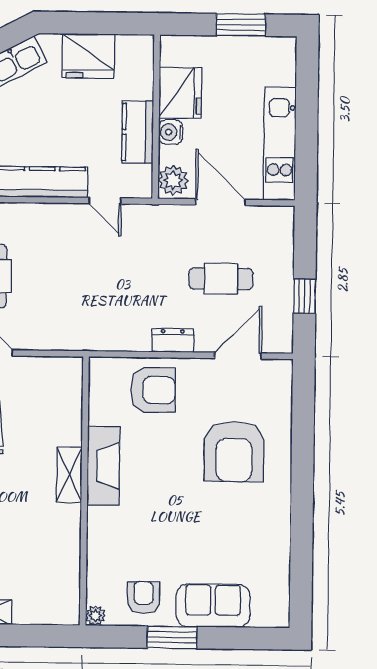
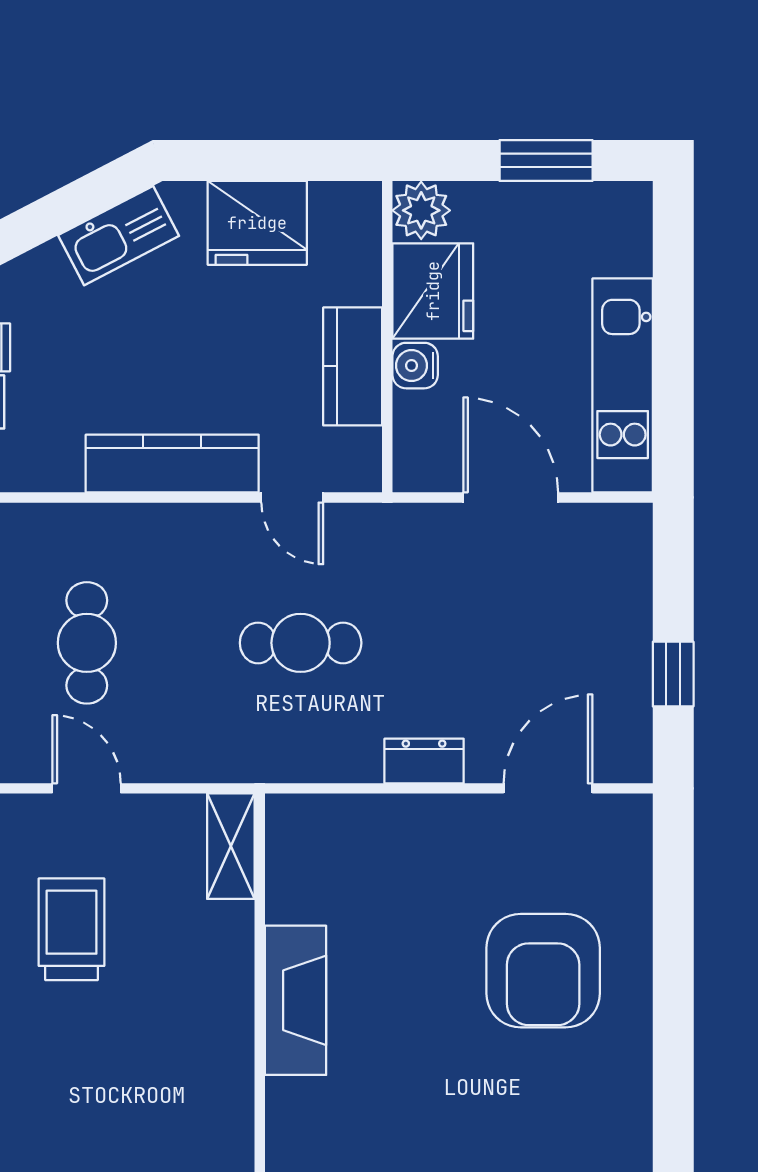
plant: (173, 180) -> (421, 210), moved
cafe table: (221, 279) -> (301, 643), moved
armchair: (153, 390) -> (387, 855), removed
shelving: (69, 475) -> (231, 846), moved

